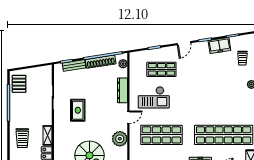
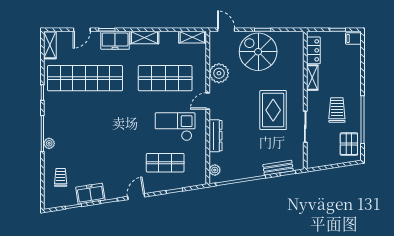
shoe rack: (101, 62) -> (244, 173), removed
rug: (78, 110) -> (273, 110), width x1.36, depth x1.43
trolley: (22, 138) -> (337, 110), moved

